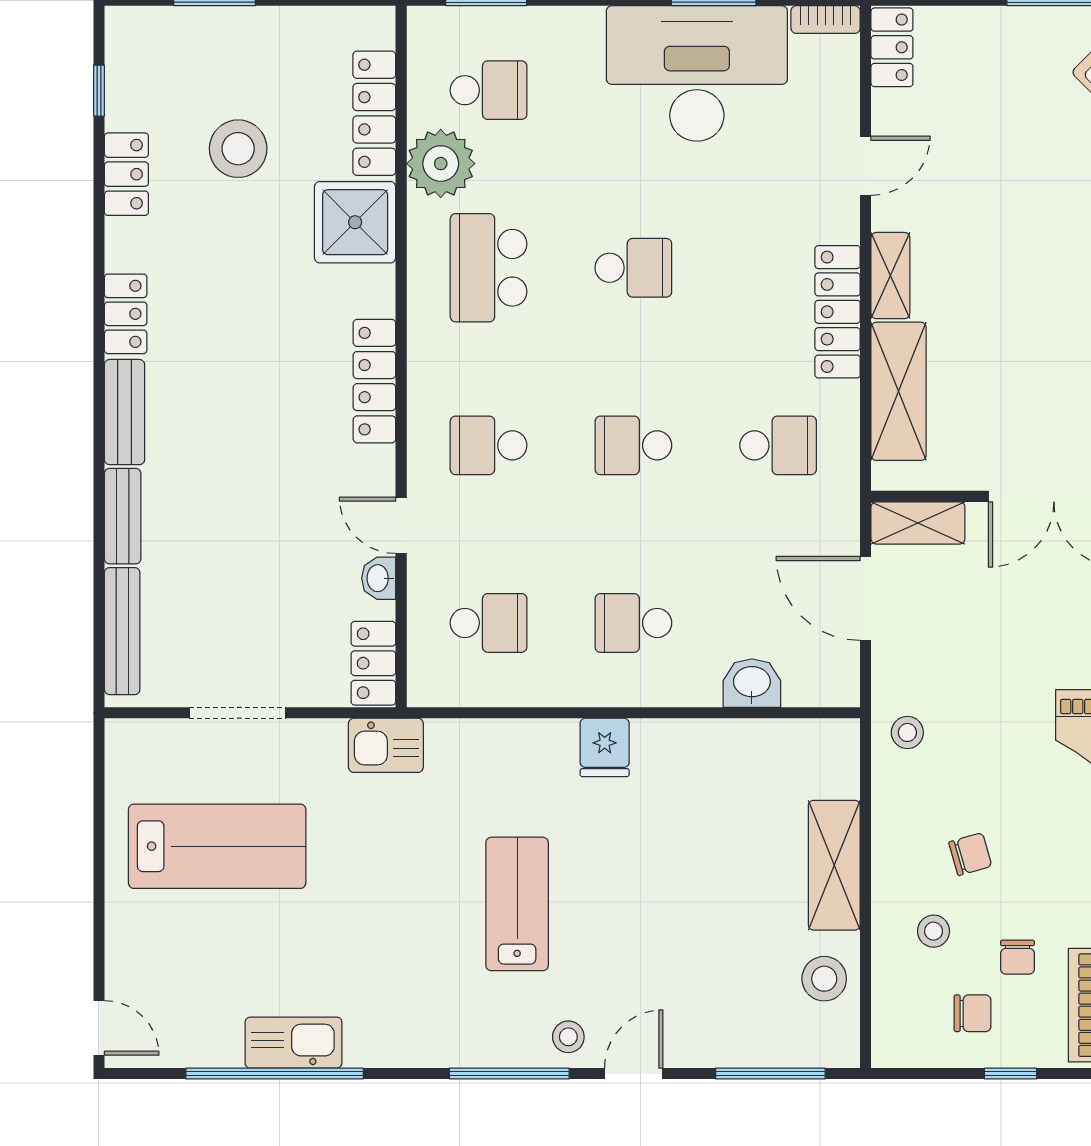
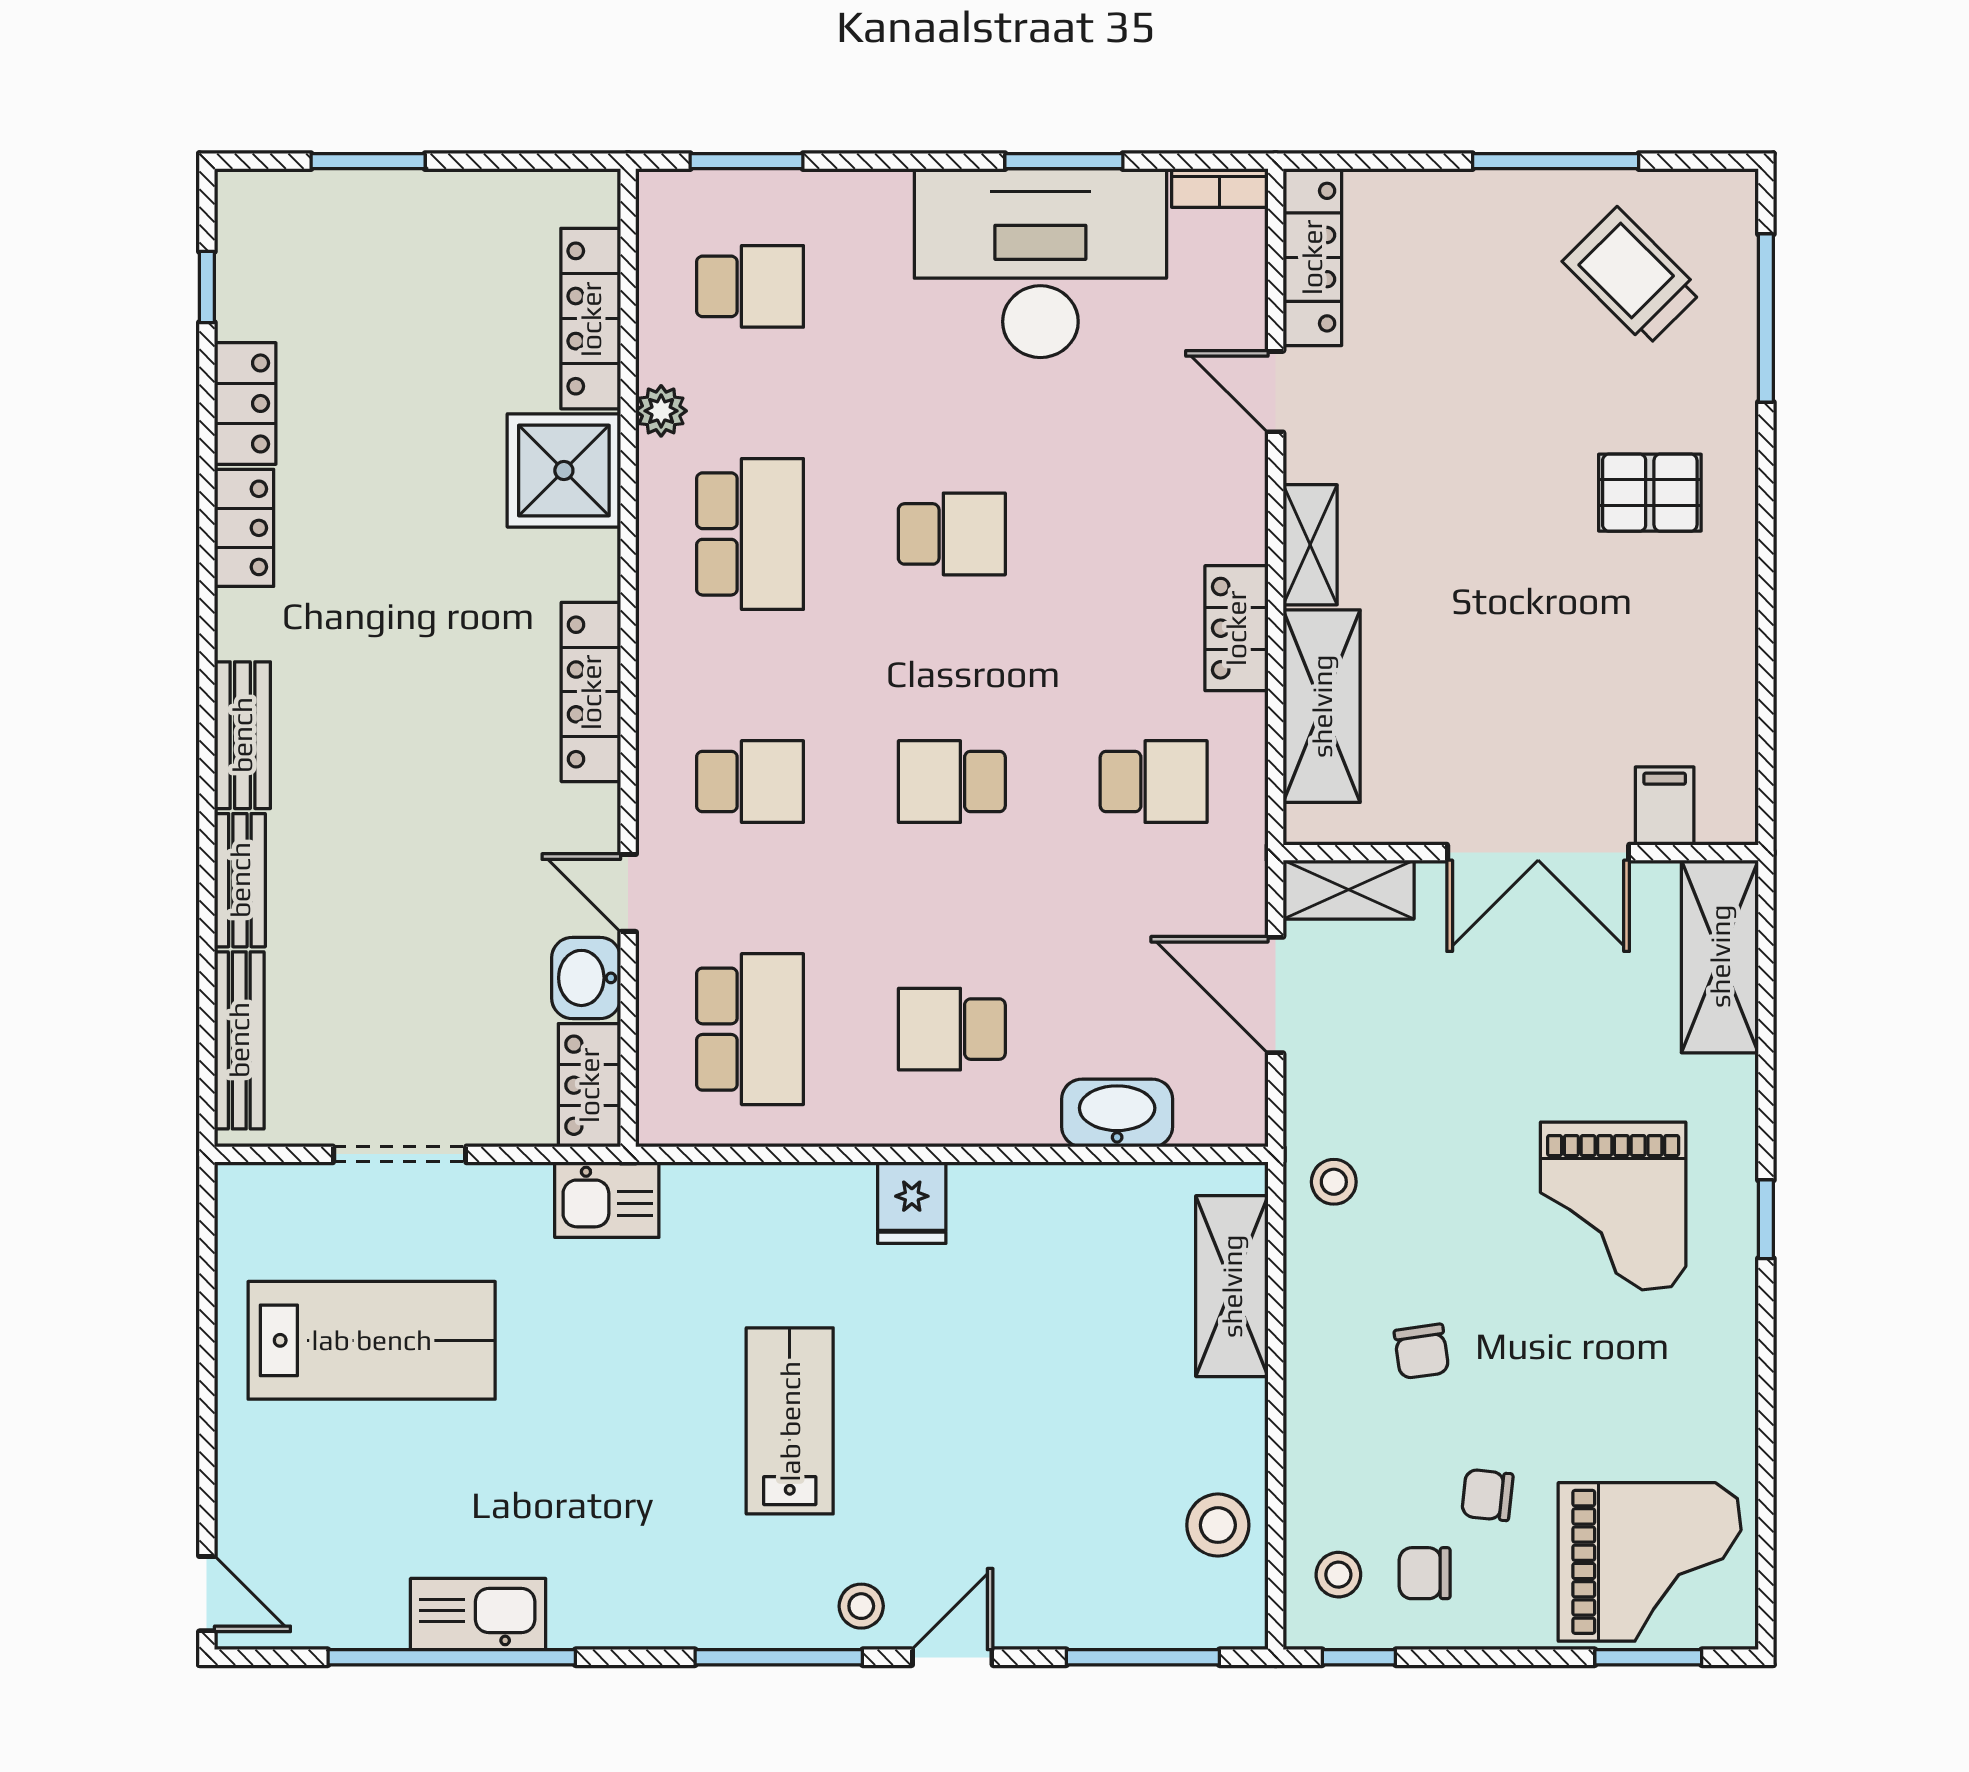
locker: (892, 47) -> (1312, 257), width x1.53
stool: (238, 149) -> (401, 368), removed
plant: (441, 164) -> (661, 411), width x0.53, depth x0.53
door: (866, 166) -> (1276, 392), swing flipped
school desk: (489, 268) -> (750, 534), turned 180
locker: (838, 312) -> (1236, 628), width x0.66
locker: (126, 314) -> (244, 528), moved
school desk: (489, 445) -> (750, 782), turned 180
washbasin: (379, 578) -> (586, 978), width x1.38, depth x1.45
school desk: (489, 623) -> (750, 1029), width x1.85
washbasin: (752, 683) -> (1117, 1113), width x1.38
chair: (970, 854) -> (1421, 1351), turned 98
shelving: (834, 865) -> (1232, 1286), moved
stool: (934, 931) -> (1338, 1575), moved
chair: (1017, 957) -> (1487, 1495), turned 96
chair: (973, 1013) -> (1425, 1573), turned 180
window: (1011, 1074) -> (1359, 1657), moved

